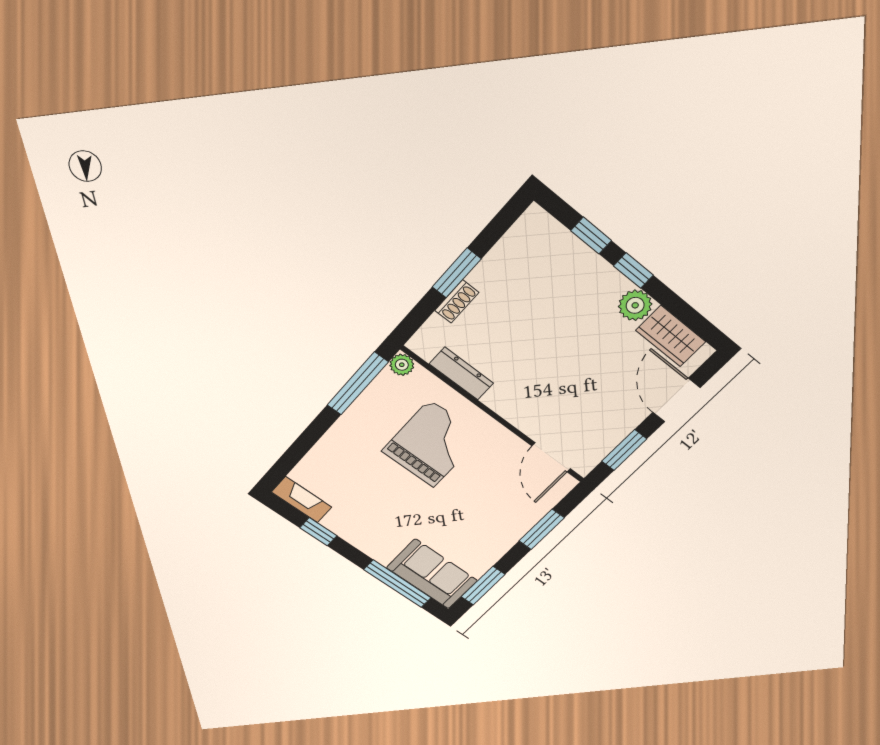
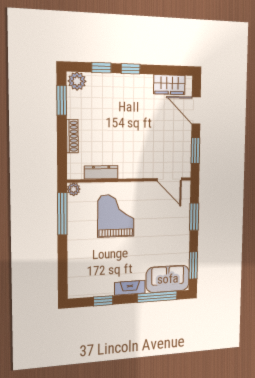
window: (457, 273) -> (62, 100), moved
shoe rack: (457, 302) -> (72, 136), width x1.43
plant: (635, 305) -> (77, 81), moved
fireplace: (302, 500) -> (130, 288), moved

